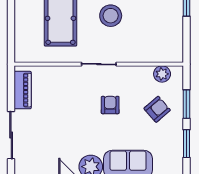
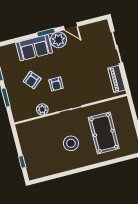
plant: (162, 74) -> (42, 109), moved
armchair: (157, 109) -> (32, 80), moved

